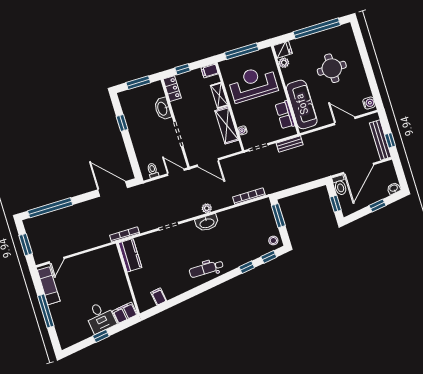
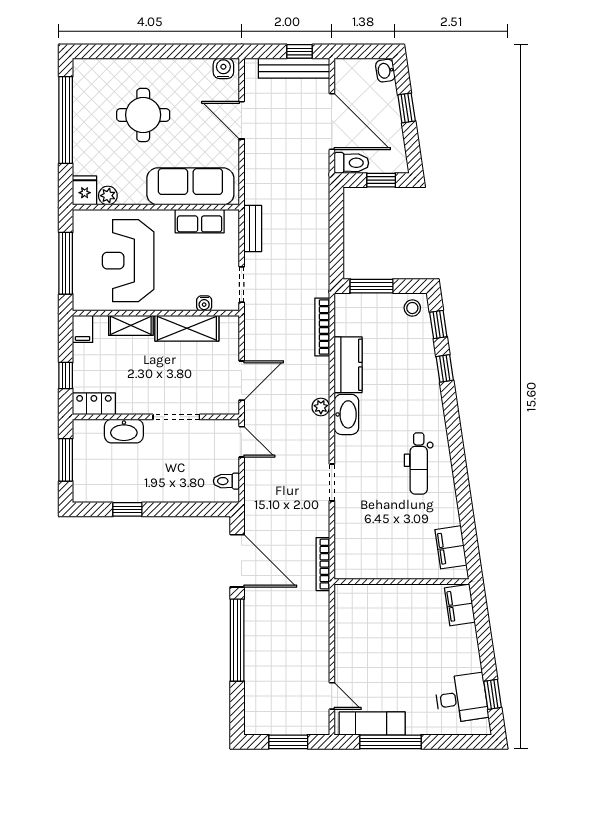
door: (345, 121) -> (242, 120), hinge flipped
door: (176, 172) -> (242, 442), swing flipped
door: (113, 189) -> (237, 561), swing flipped
window: (50, 208) -> (237, 640), moved
kitchen counter: (130, 255) -> (348, 365), moved, turned 90
dental chair: (206, 269) -> (419, 463), moved
filing cabinet: (159, 297) -> (451, 547), width x2.00
window: (46, 311) -> (390, 742), moved
desk: (100, 317) -> (461, 698), moved
window: (101, 336) -> (493, 694), moved

